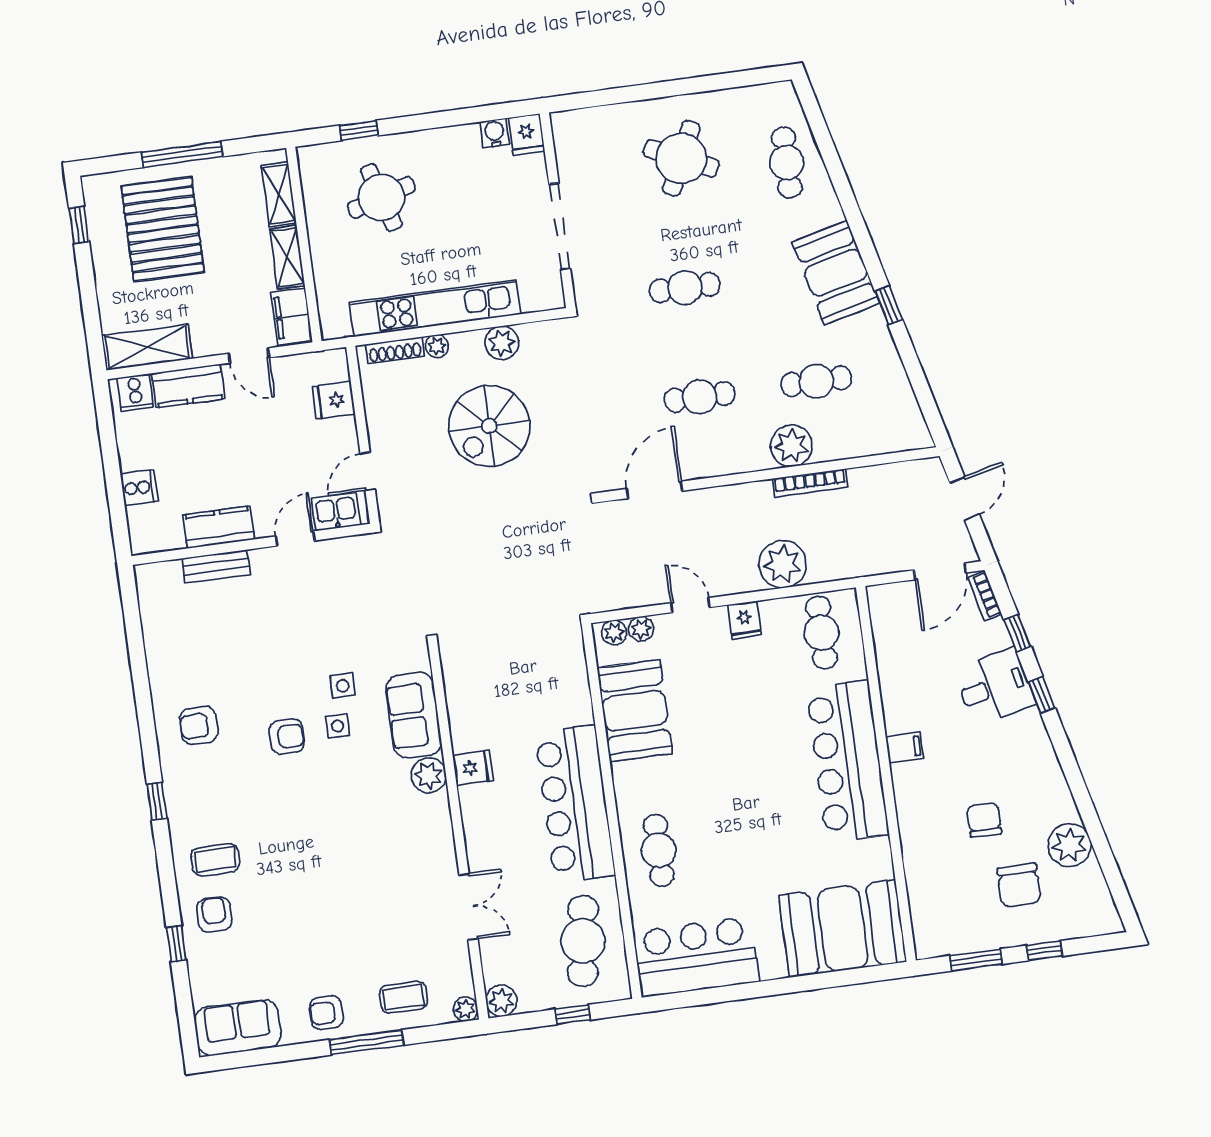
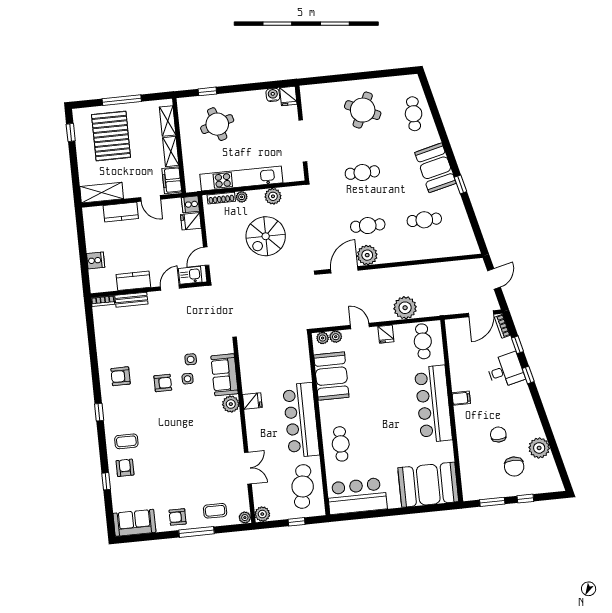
cooker: (135, 393) -> (190, 204), moved, turned 90
plant: (791, 446) -> (367, 255), moved
bookcase: (810, 483) -> (103, 301), moved, width x0.64

